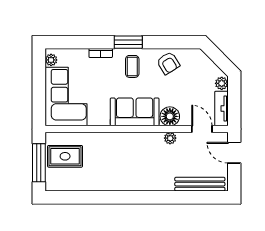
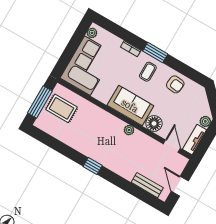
armchair: (168, 63) -> (175, 84), turned -52
plant: (170, 138) -> (129, 130), moved
door: (234, 153) -> (180, 186), moved
bench: (200, 184) -> (147, 185), width x0.73
window: (132, 197) -> (93, 166), added

